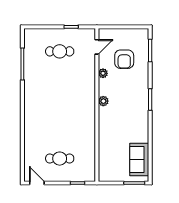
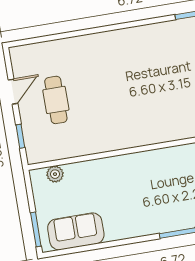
plant: (103, 101) -> (55, 174), moved
door: (37, 183) -> (13, 92), moved

